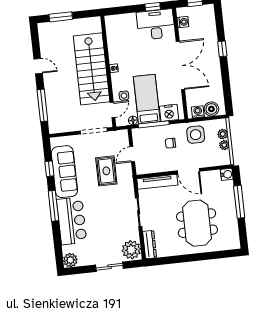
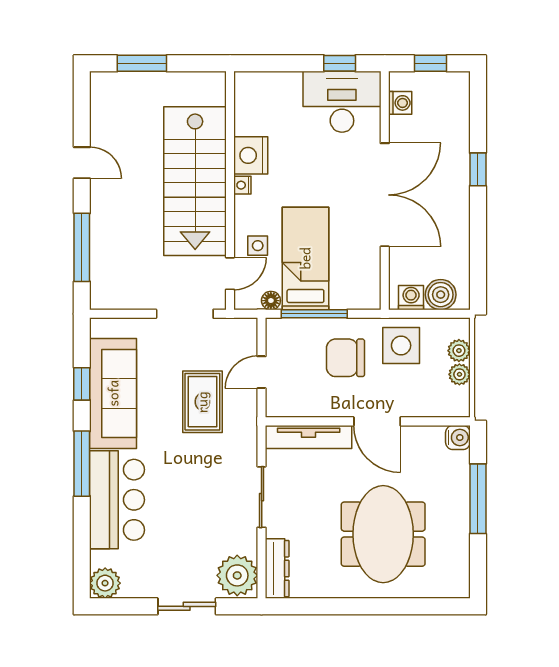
nightstand: (169, 113) -> (251, 155), moved, turned 90
chair: (170, 143) -> (345, 358), width x1.87, depth x1.87

